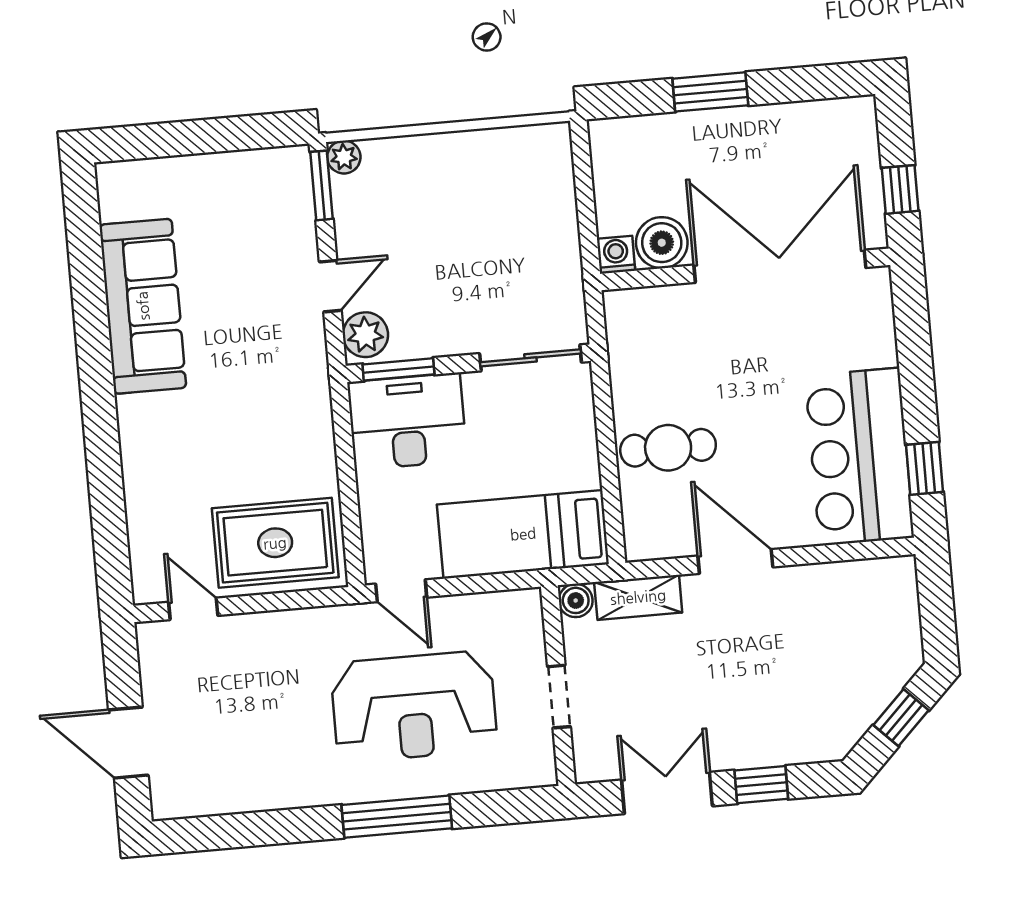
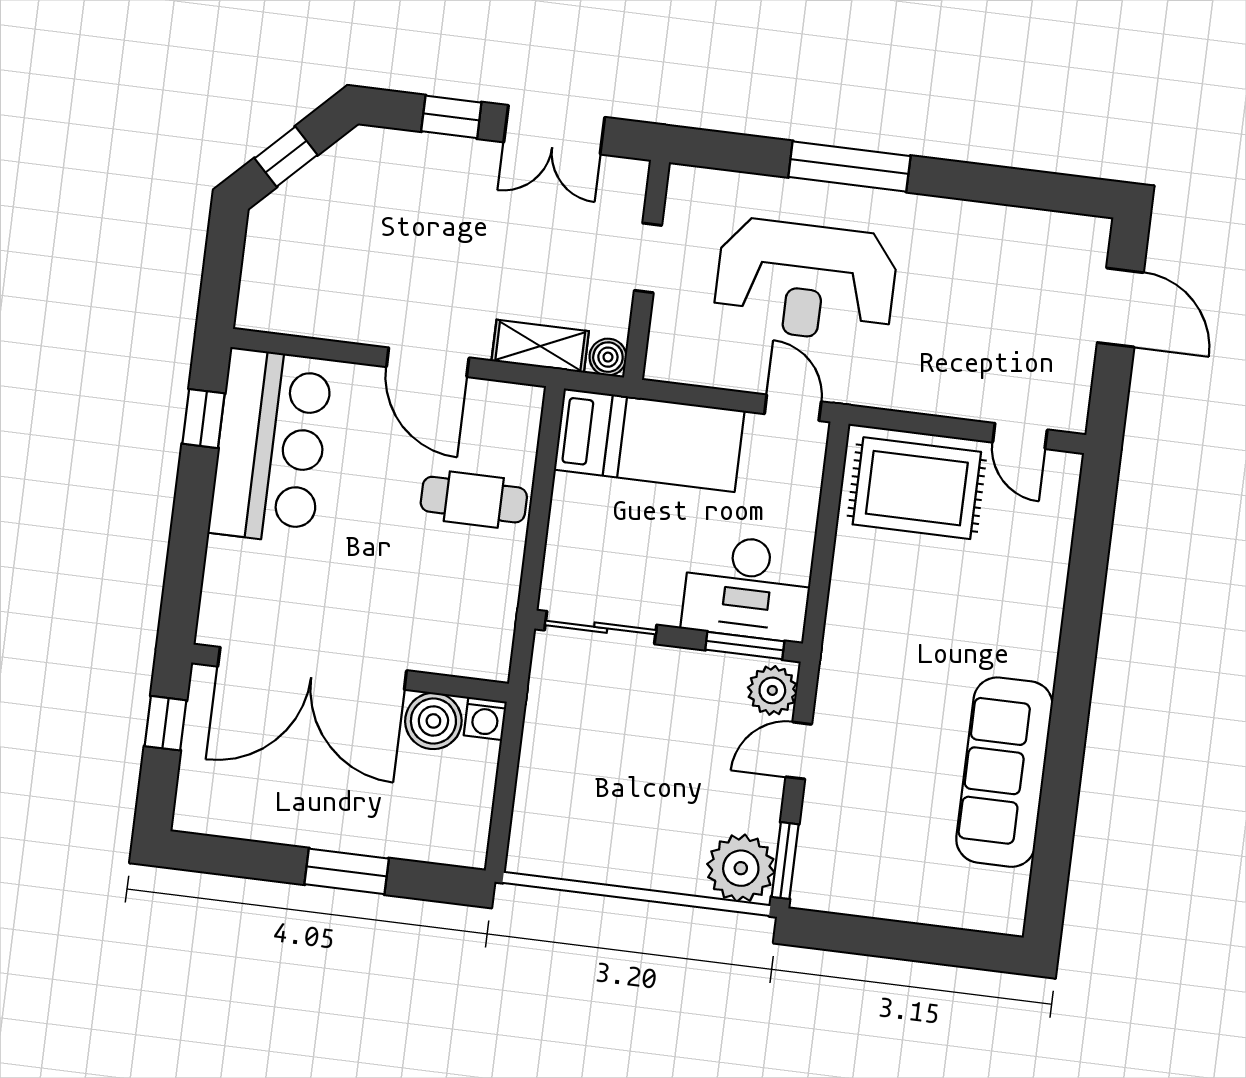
plant: (344, 157) -> (741, 868), width x1.88, depth x1.88
reception desk: (414, 706) -> (806, 281), turned 180

